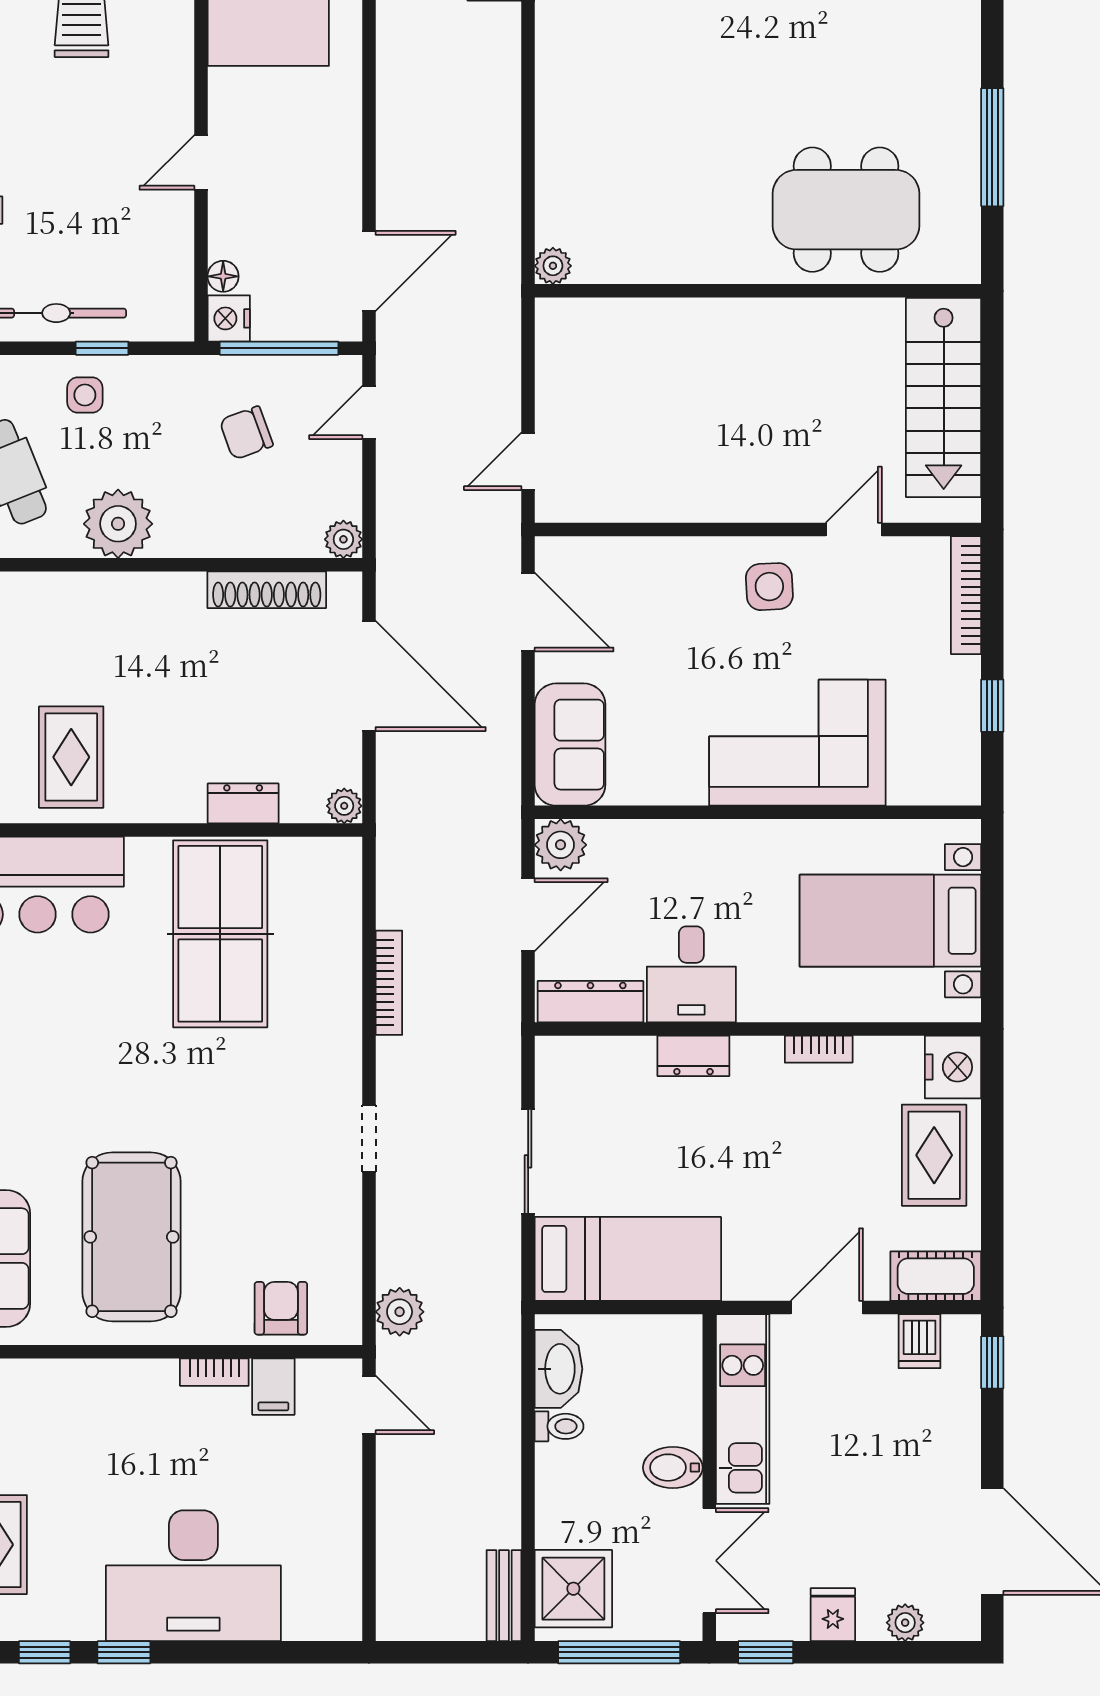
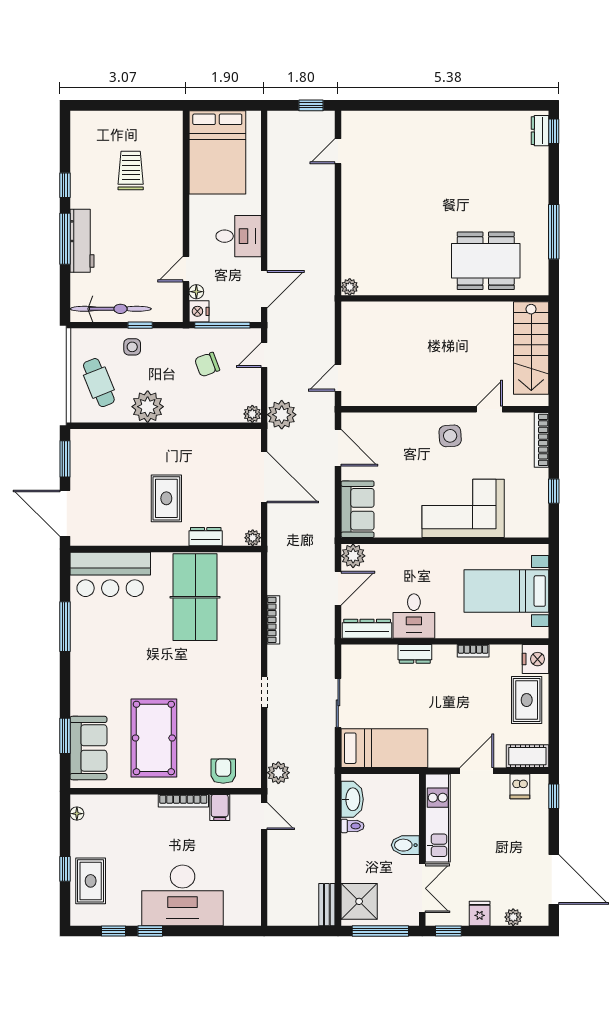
desk: (314, 157) -> (239, 236), added
door: (201, 162) -> (186, 269), moved
plant: (407, 541) -> (282, 415), added
shoe rack: (267, 590) -> (217, 437), removed
rug: (71, 757) -> (166, 498), moved
bookcase: (214, 1372) -> (183, 801), width x1.56

